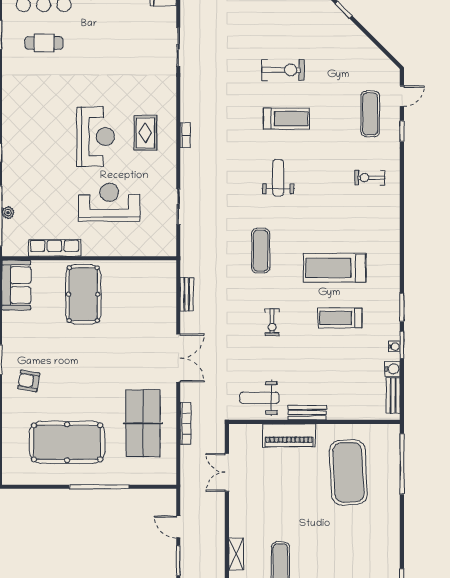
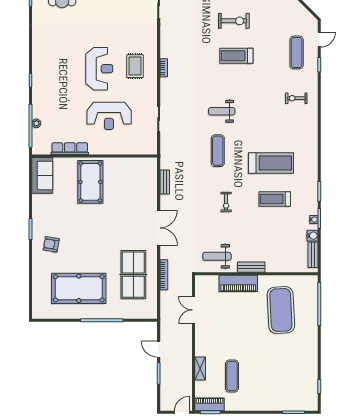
treadmill: (287, 119) -> (236, 56), turned 180
weight bench: (278, 178) -> (222, 111), moved, turned -90
reception desk: (109, 202) -> (109, 116), turned 180
treadmill: (335, 268) -> (271, 163), turned 180

